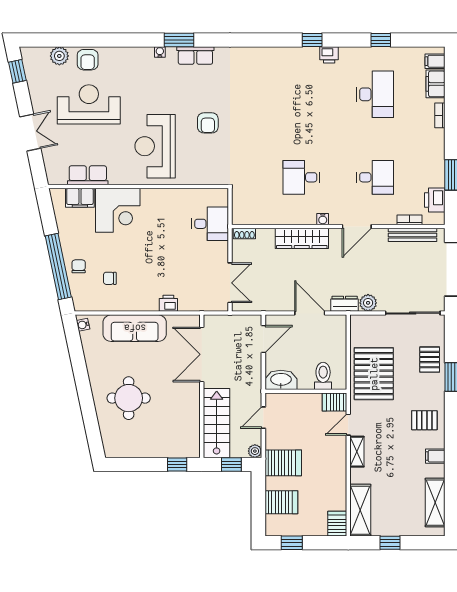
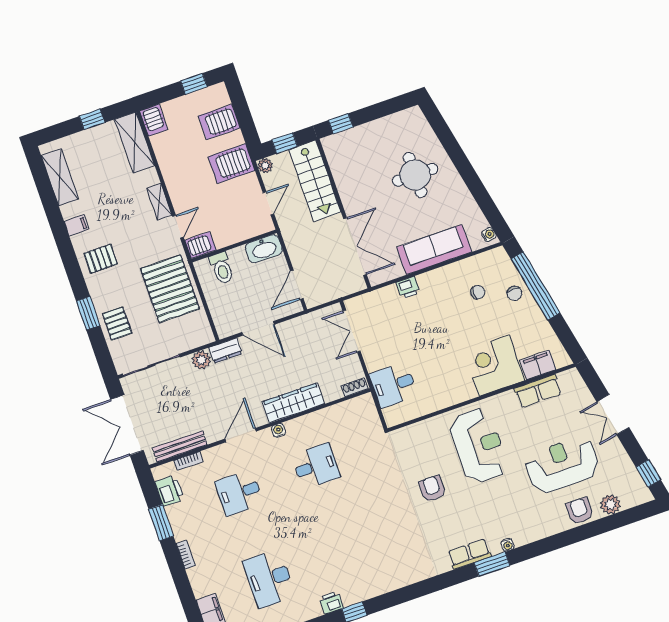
reception desk: (89, 104) -> (562, 465), turned 180
bookcase: (440, 115) -> (186, 554), moved

